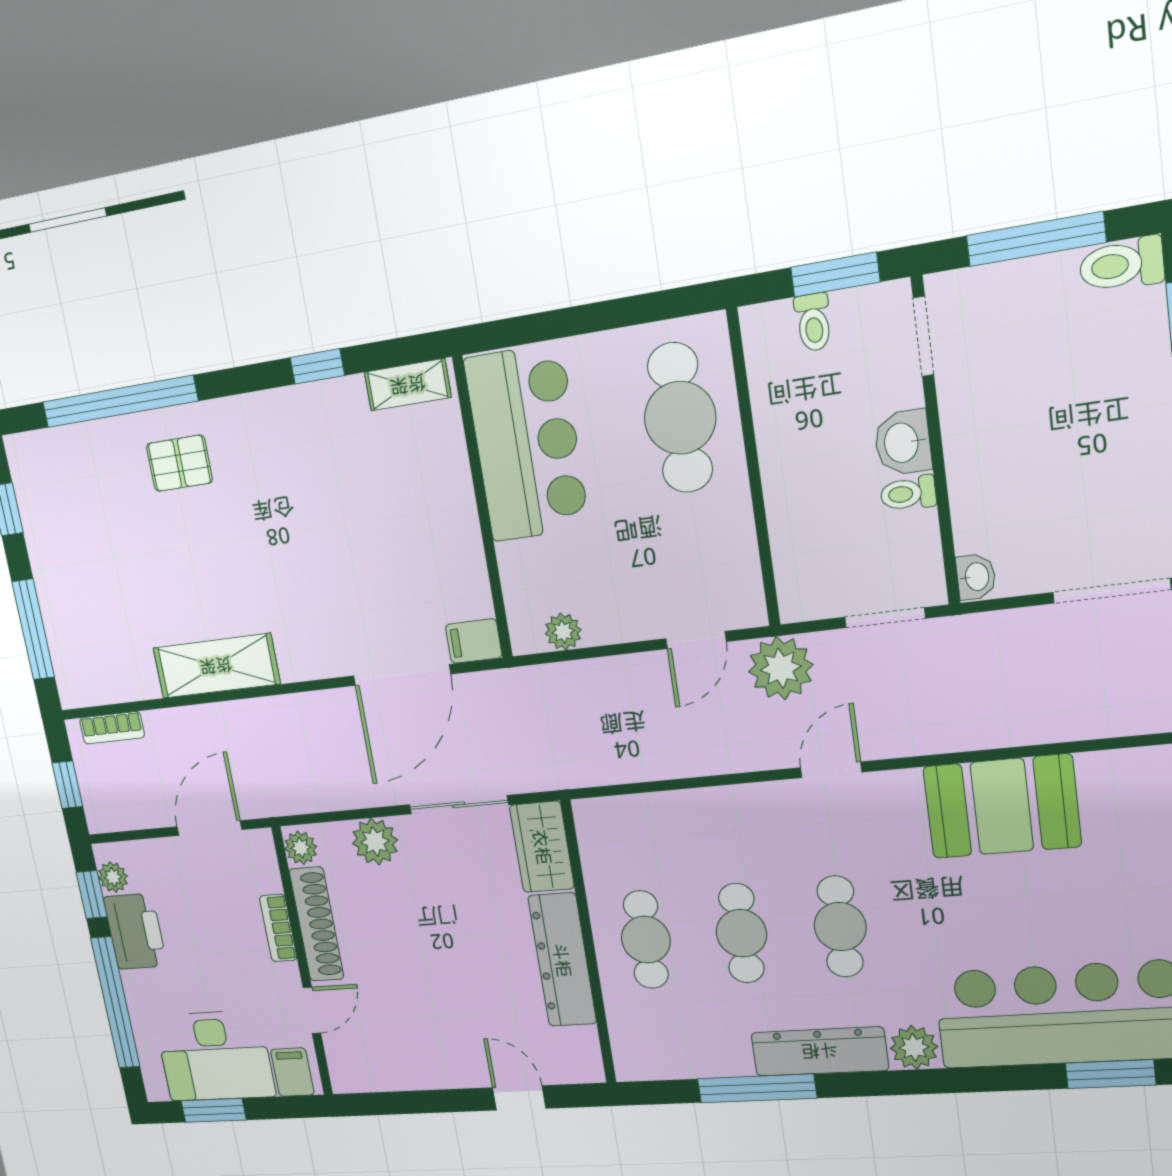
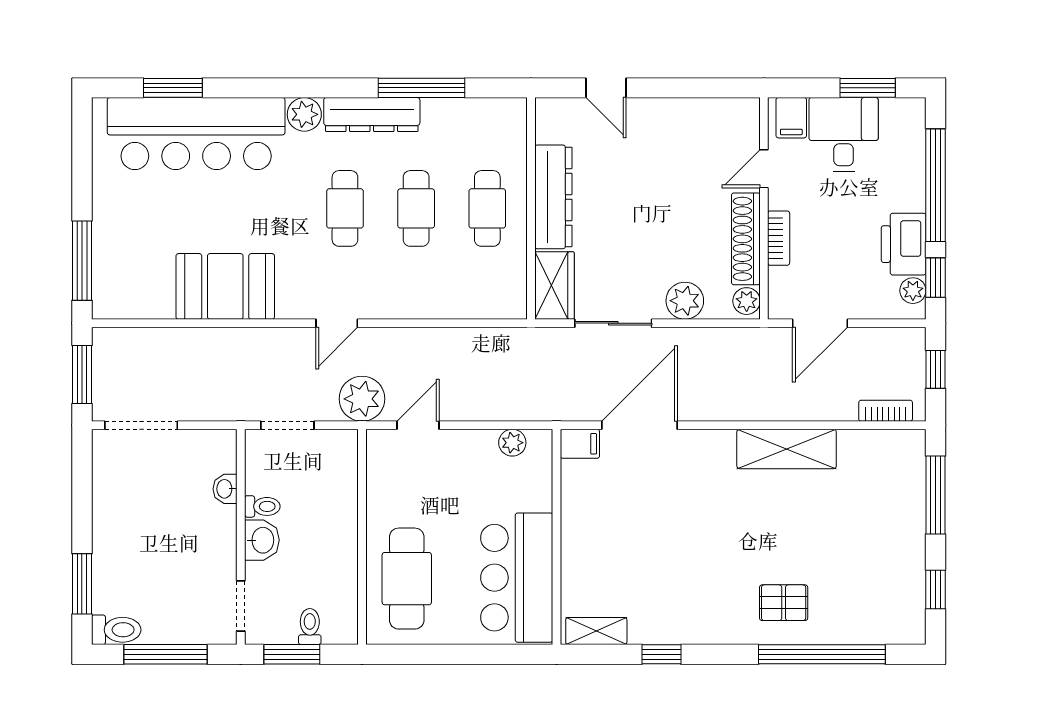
washbasin: (976, 577) -> (225, 489), moved
desk: (215, 1056) -> (844, 135), width x0.73

